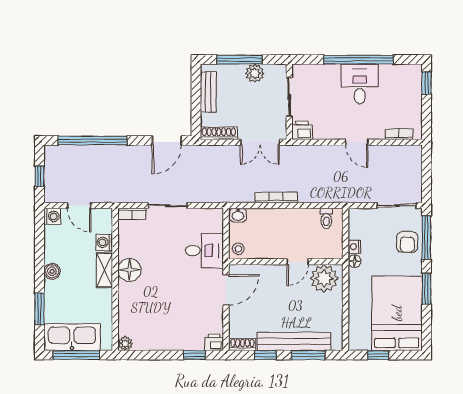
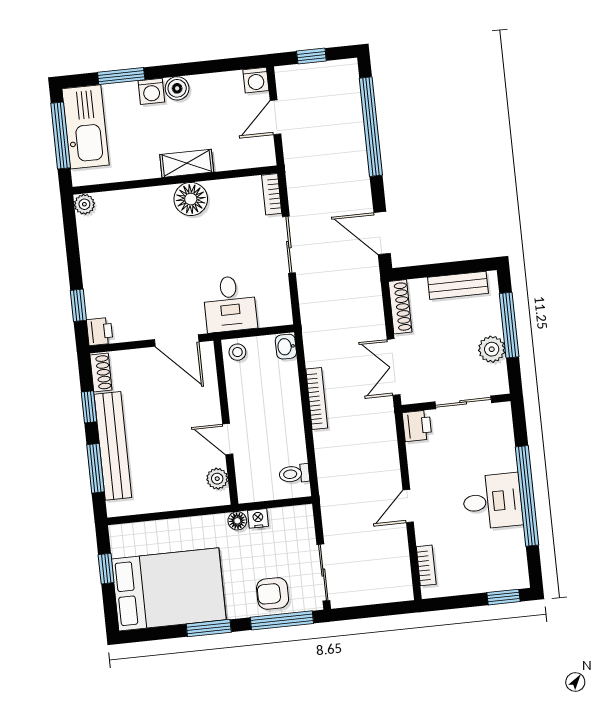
washing machine: (104, 242) -> (151, 91), moved, turned 180
plant: (324, 278) -> (217, 479), width x0.53, depth x0.53

